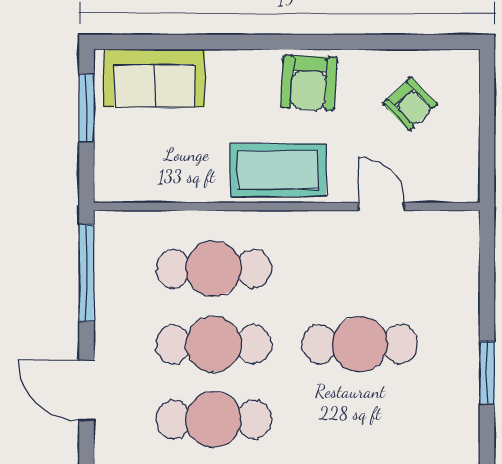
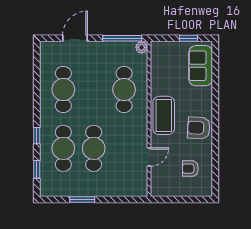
armchair: (410, 104) -> (190, 169), turned 44
window: (86, 108) -> (188, 38), width x0.67
plant: (109, 225) -> (142, 47), added
cafe table: (214, 344) -> (63, 148), moved

